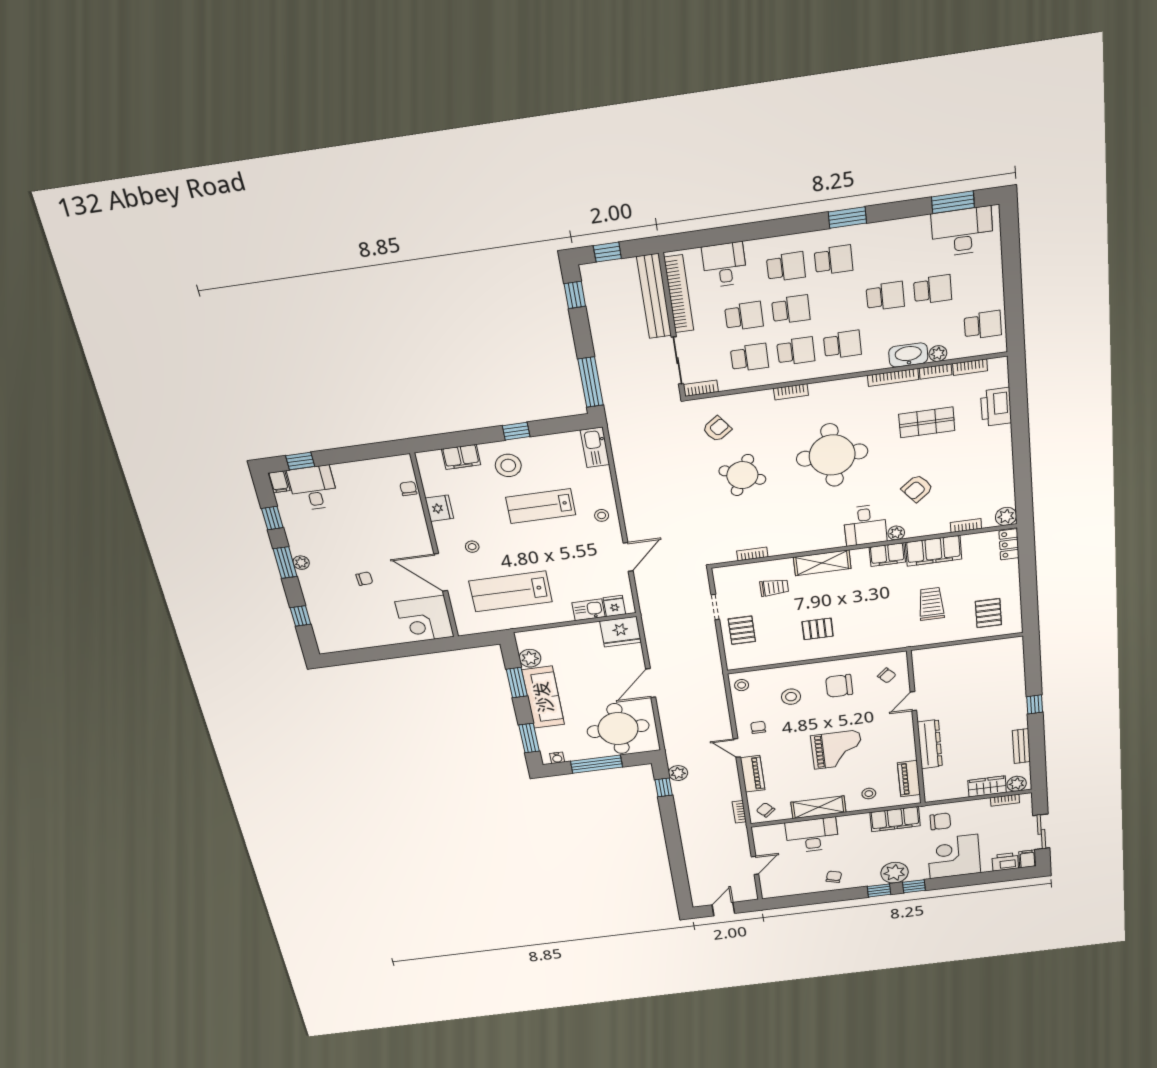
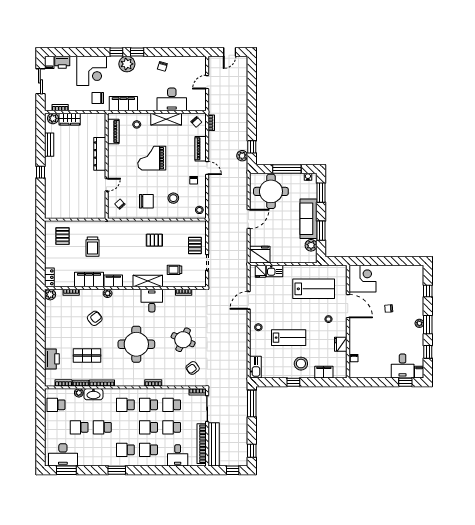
desk: (865, 525) -> (152, 301), moved

